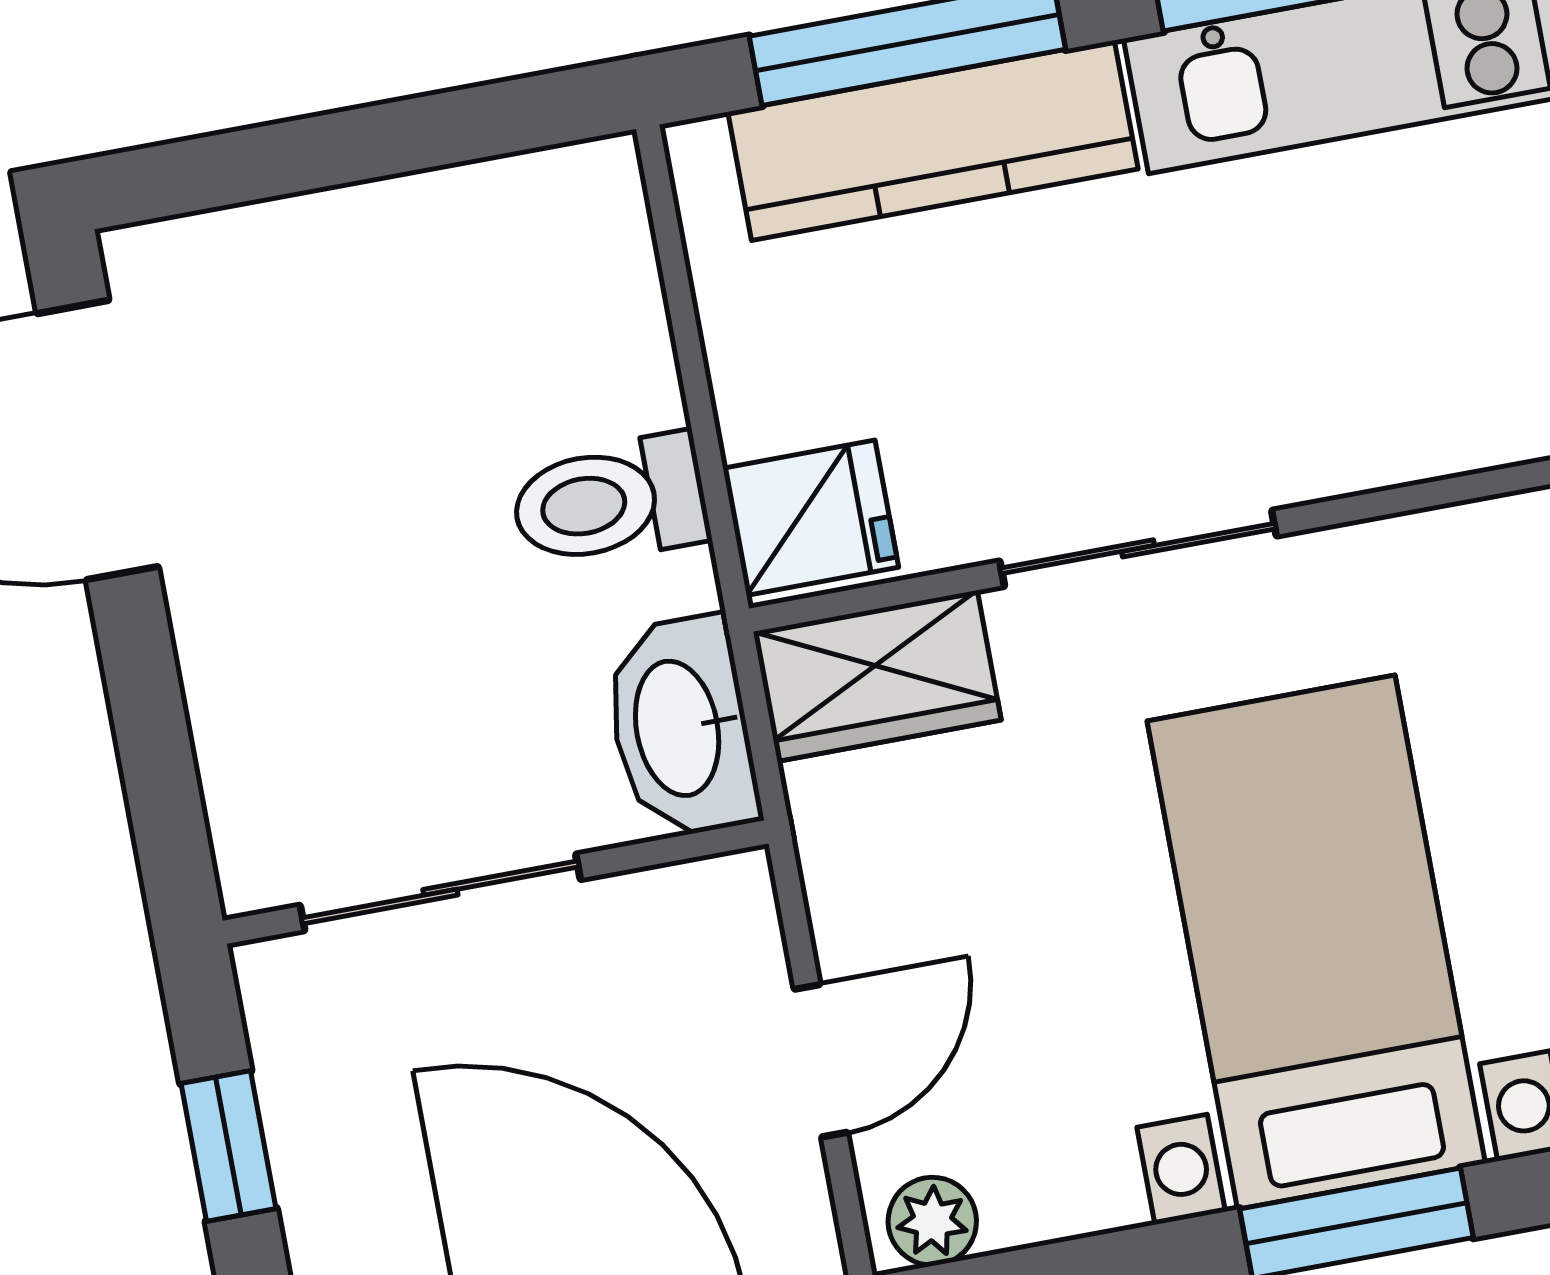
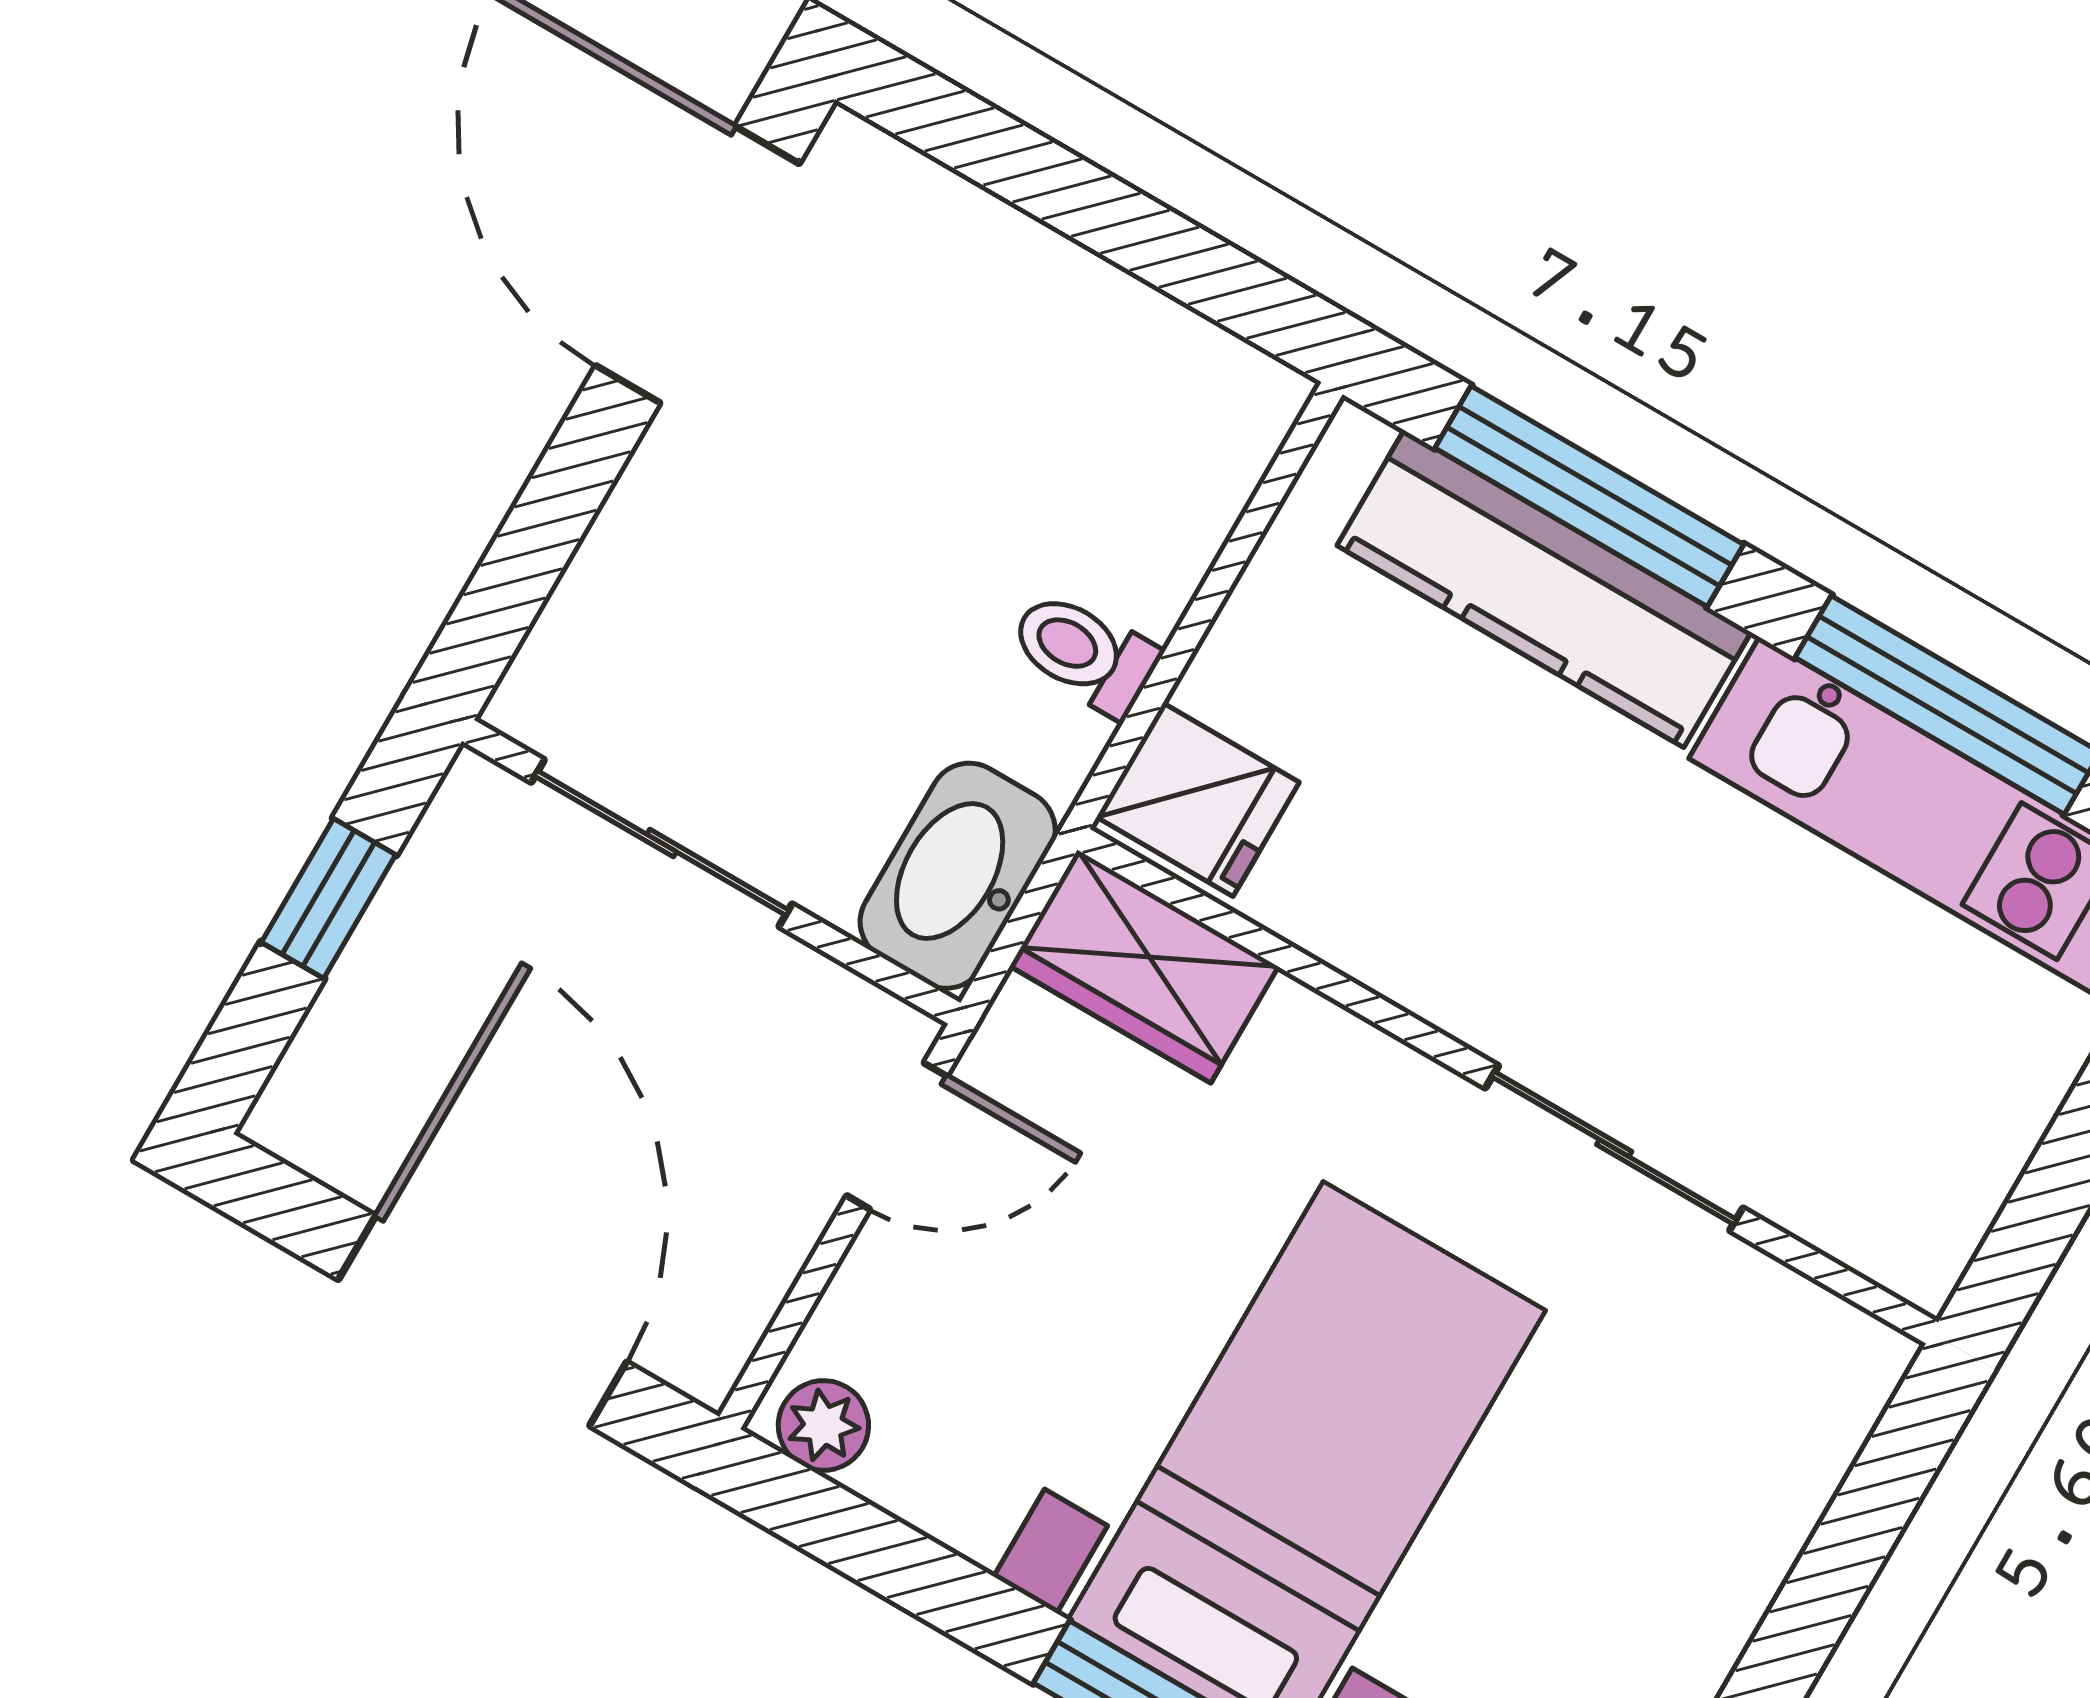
toilet: (610, 501) -> (1084, 653), width x0.73, depth x0.72
sliding door: (1138, 548) -> (1614, 1148), moved
door: (821, 1061) -> (897, 1136), moved

